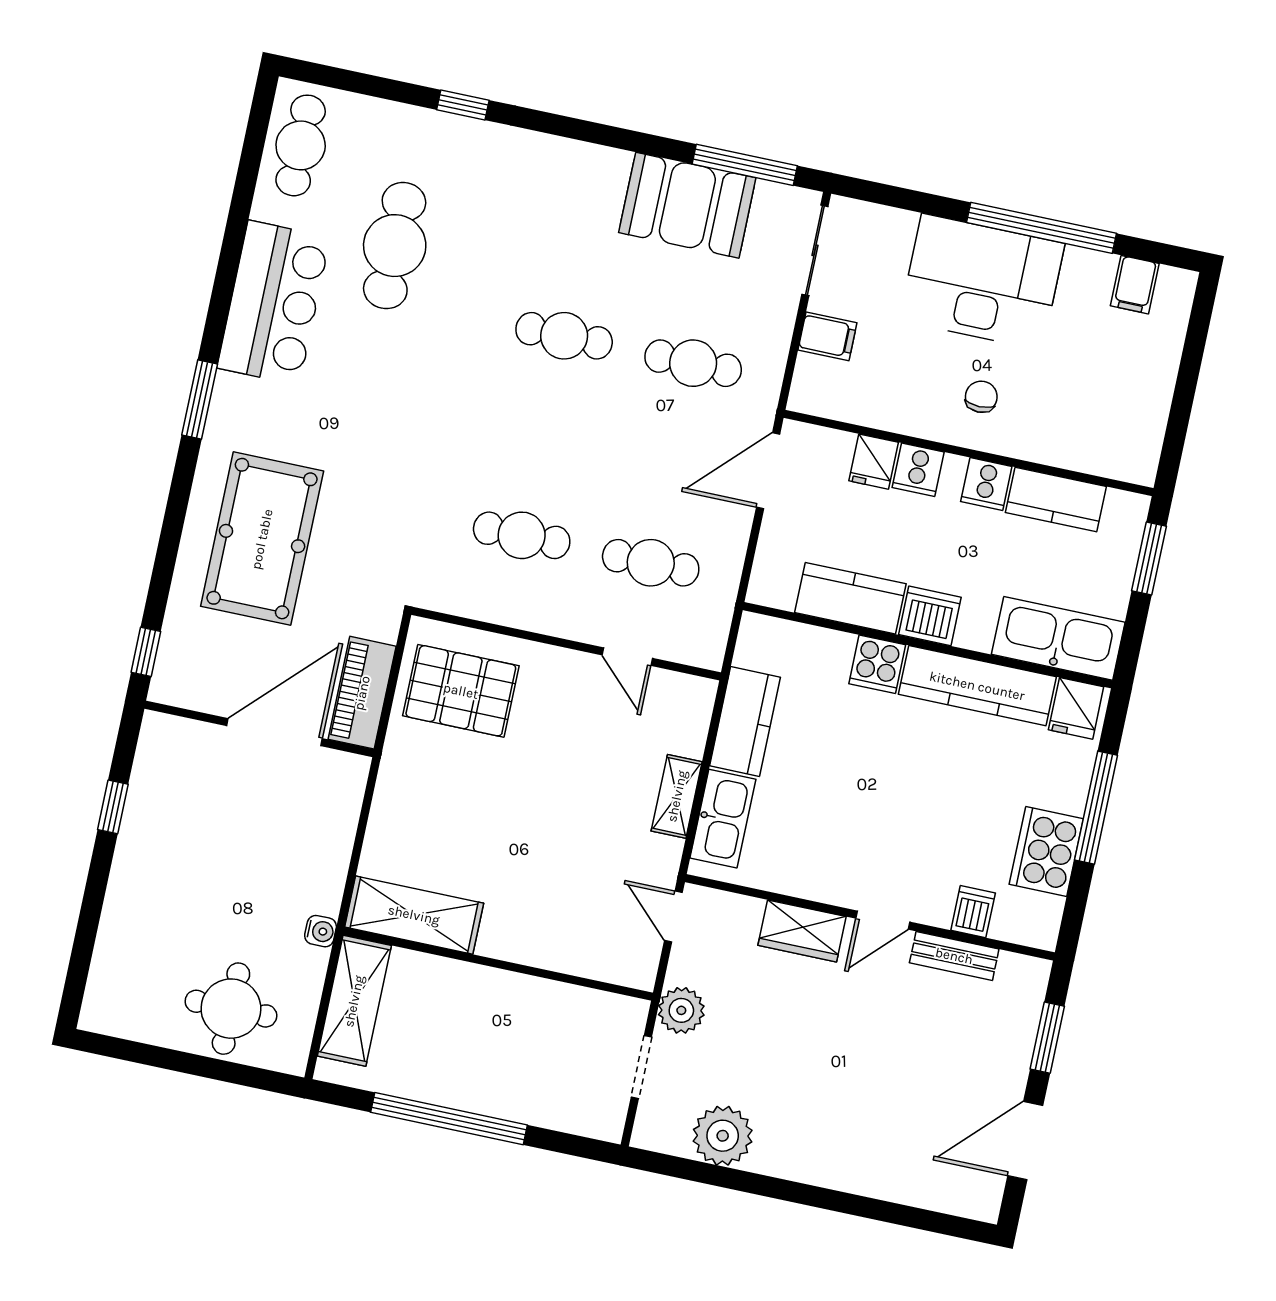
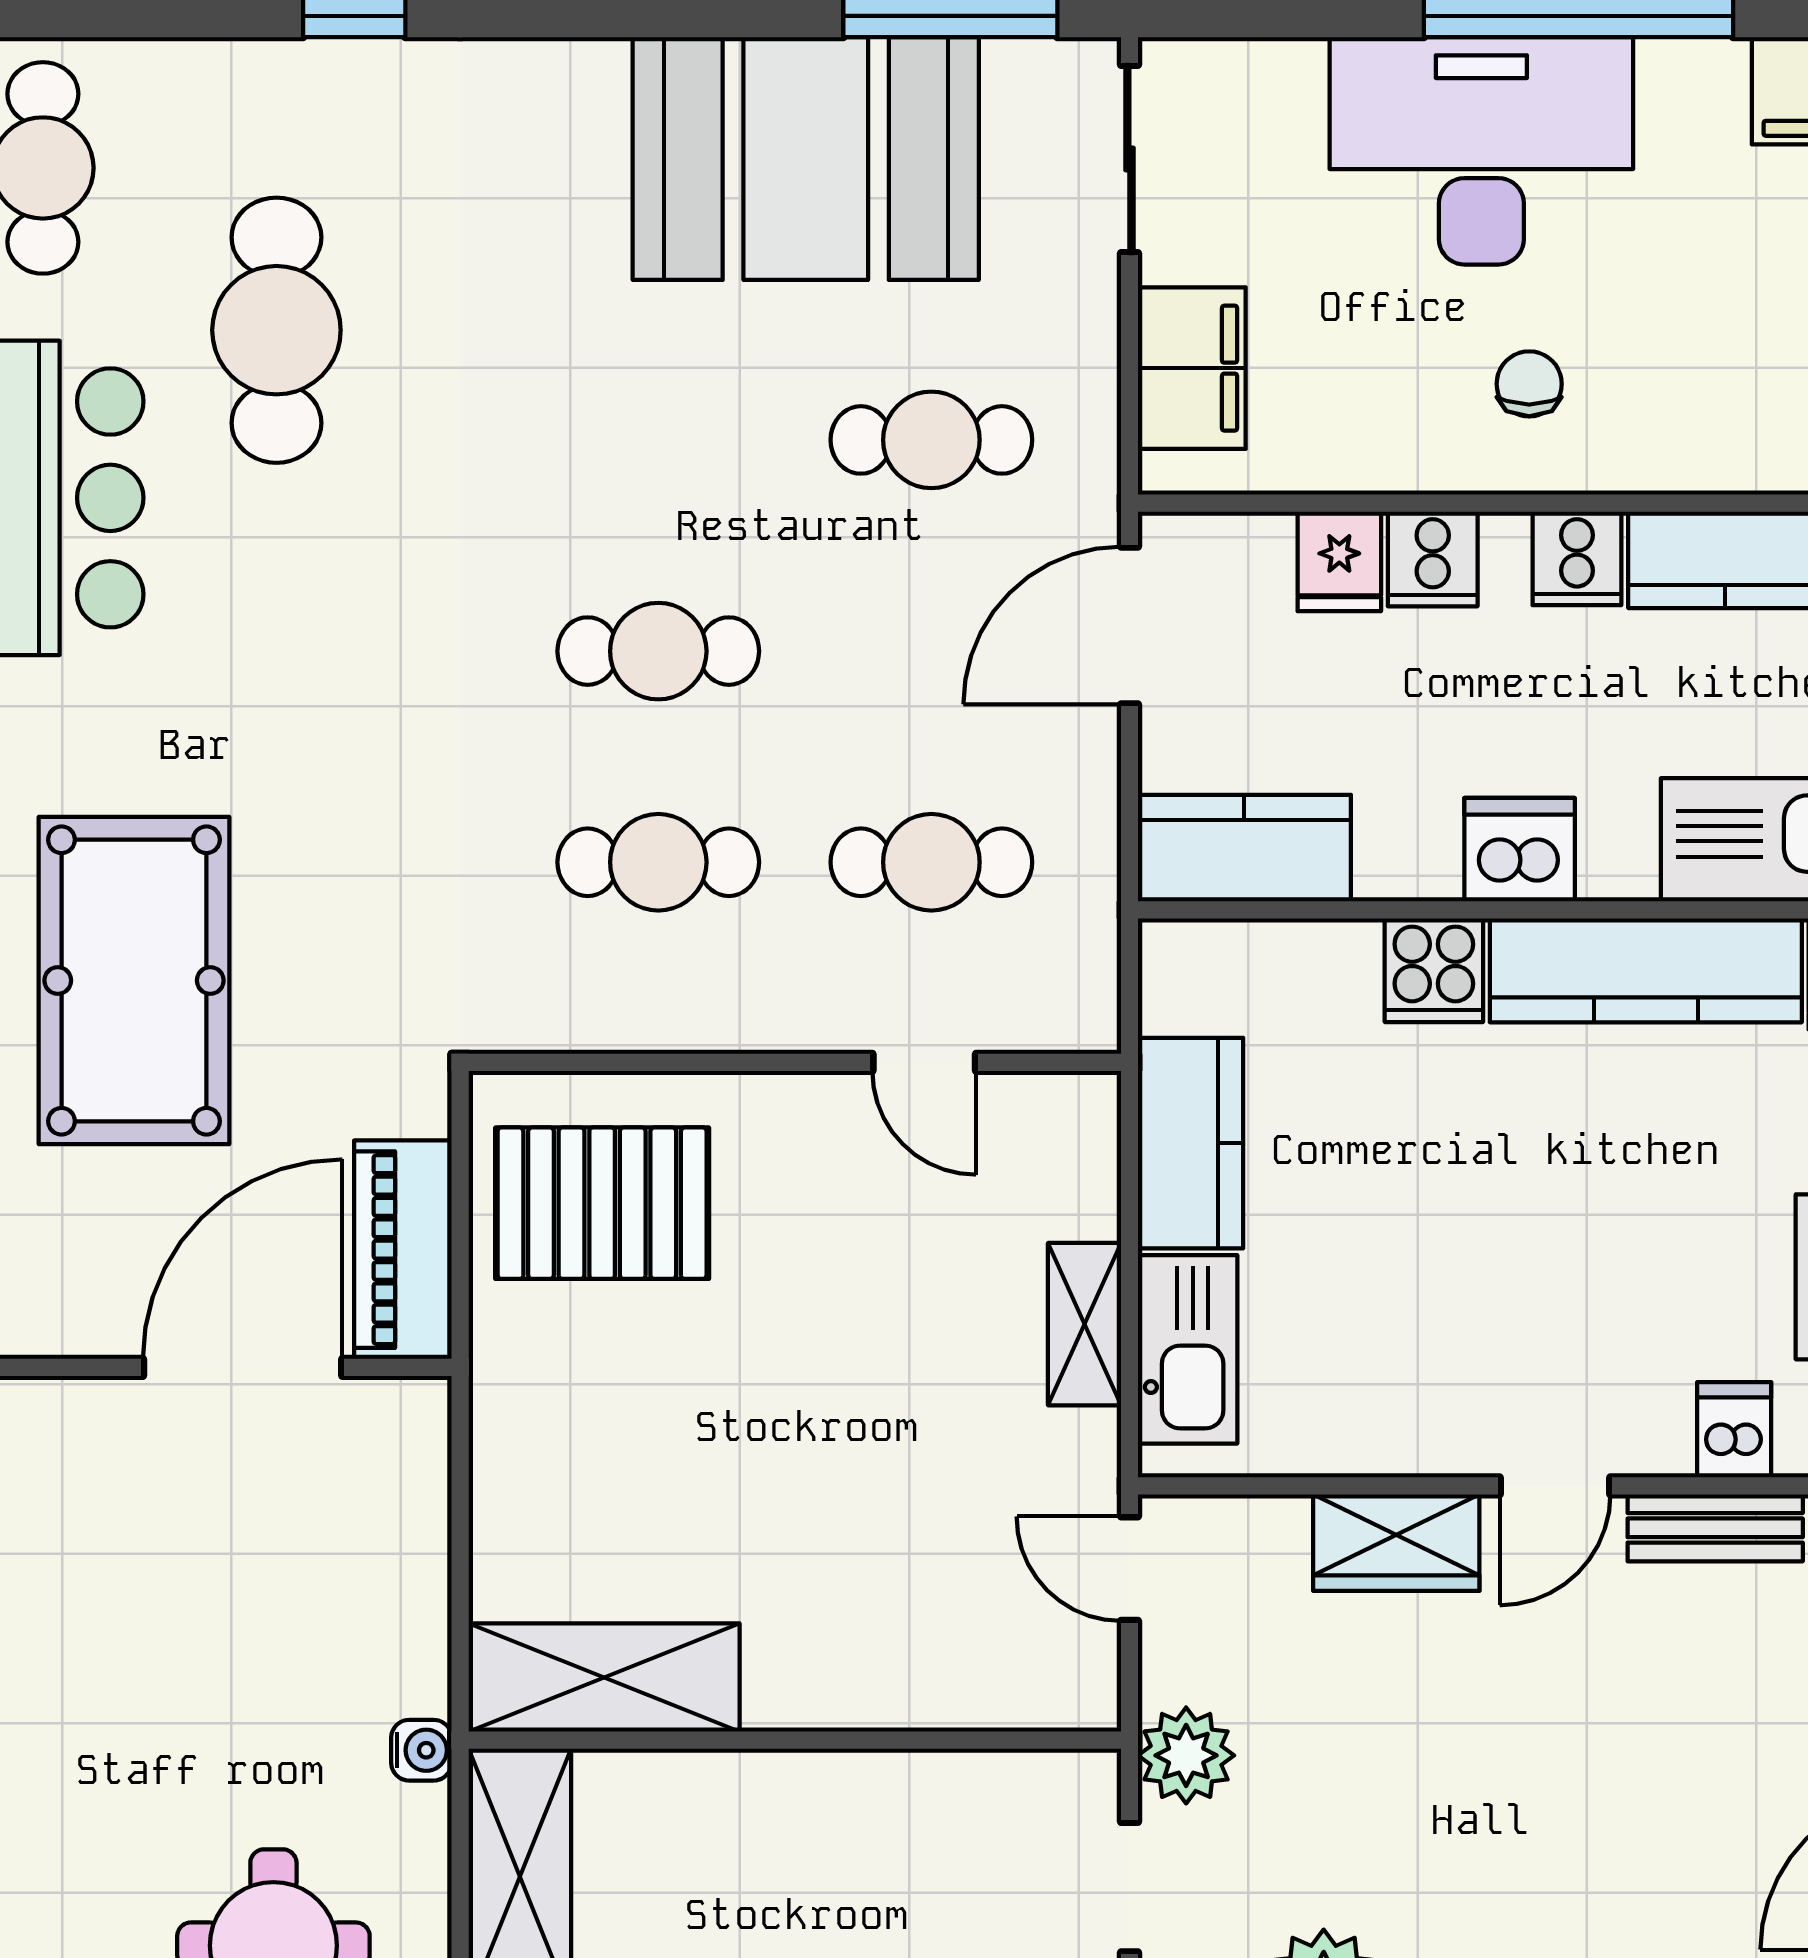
booth: (687, 205) -> (806, 159), width x1.36, depth x1.42
cafe table: (564, 336) -> (658, 651), moved
filing cabinet: (827, 336) -> (1192, 368), width x2.00
kitchen counter: (850, 598) -> (1244, 848), moved

